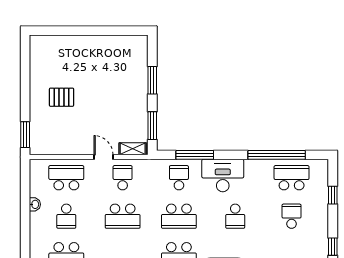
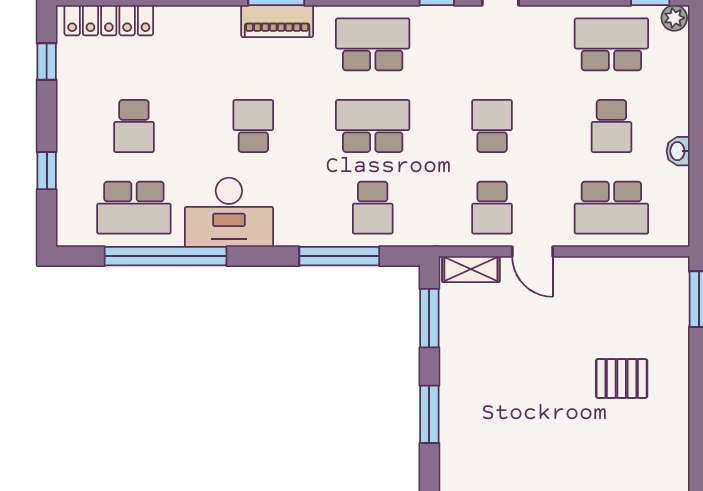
desk: (223, 176) -> (229, 212), moved
school desk: (66, 216) -> (611, 126), turned 180
school desk: (123, 216) -> (492, 126), width x0.54

